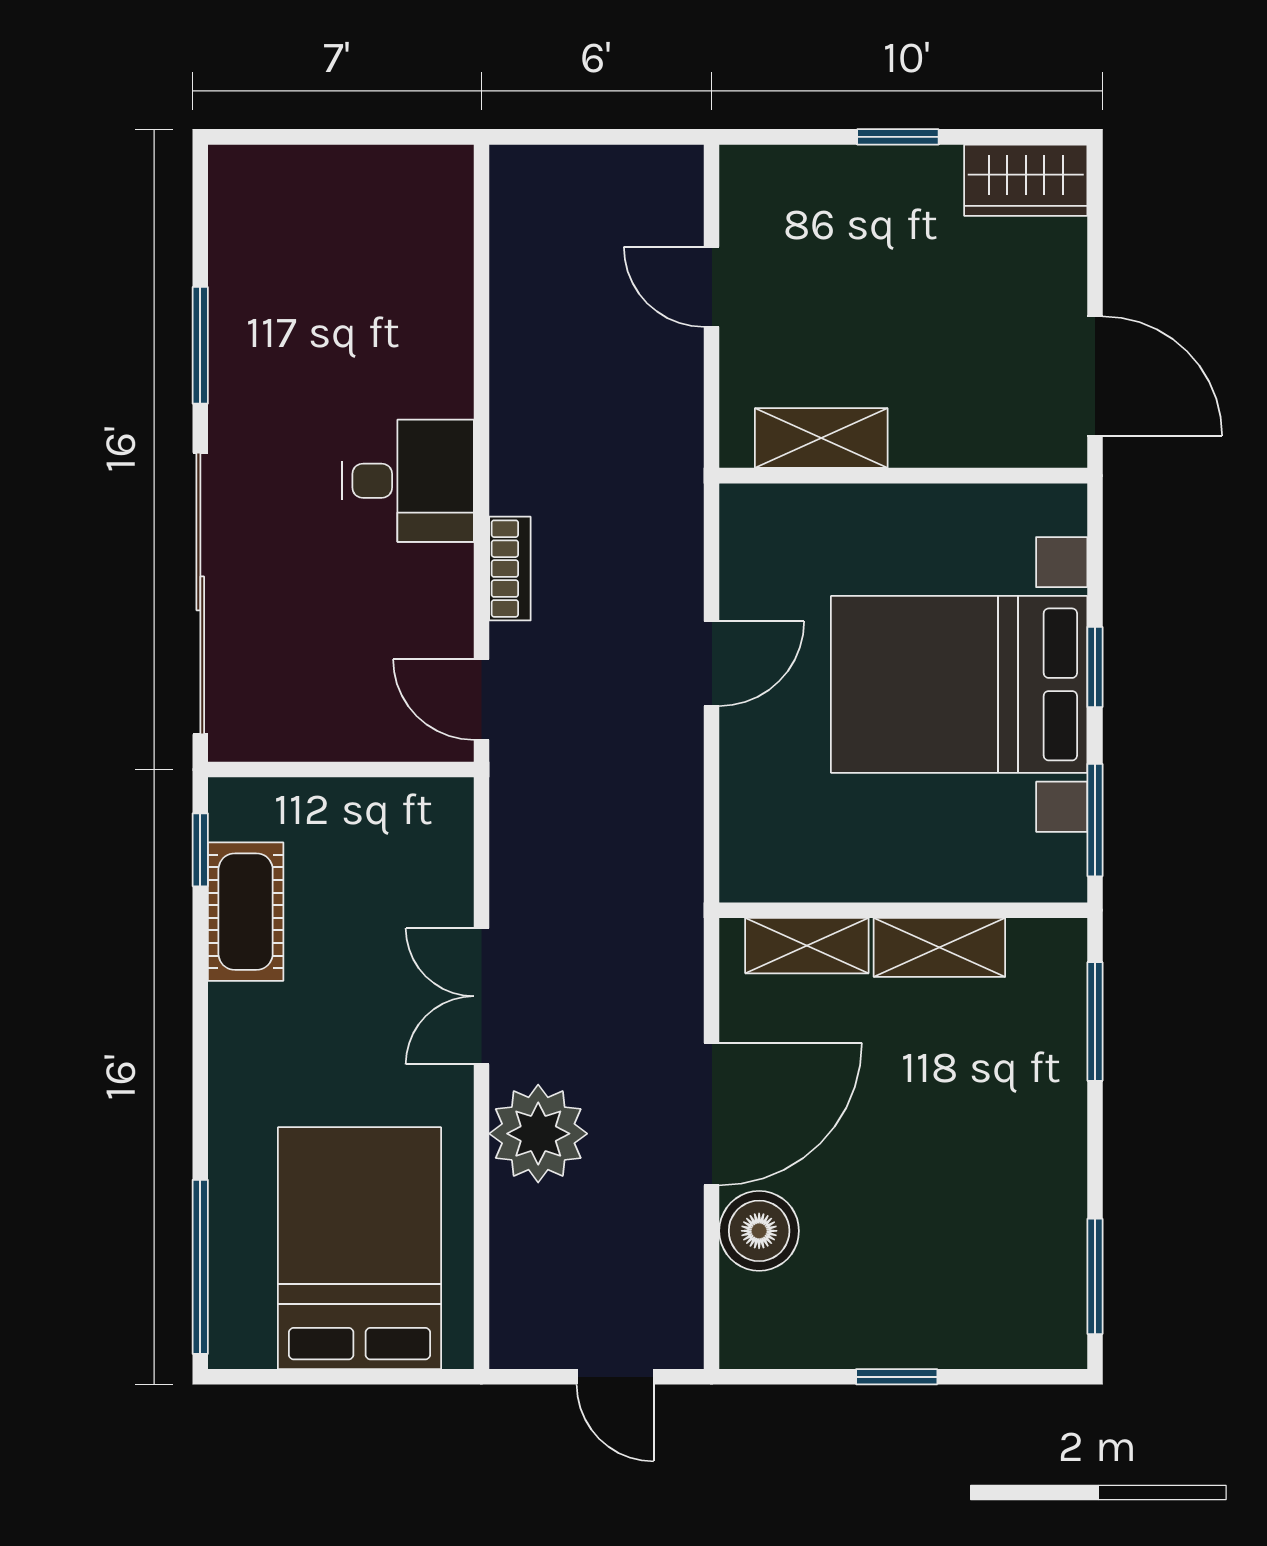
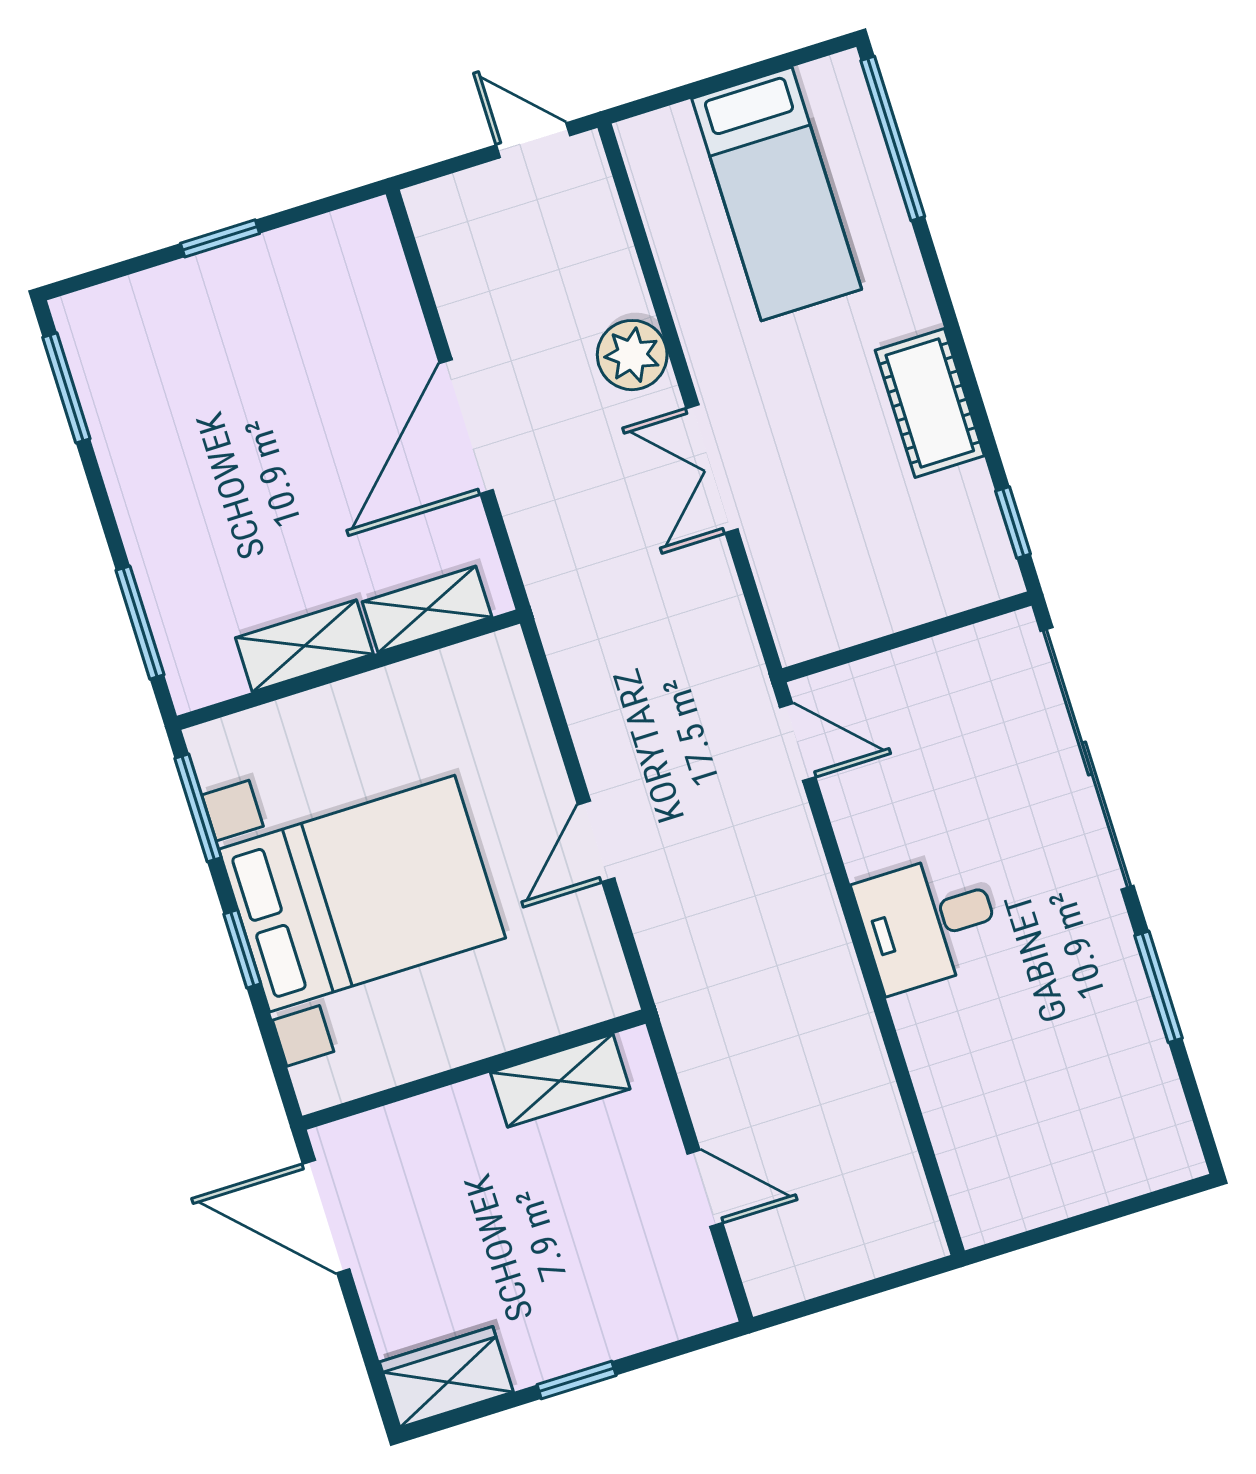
bookcase: (510, 569) -> (809, 871), removed
cot: (246, 912) -> (930, 403), moved
double door: (481, 996) -> (712, 469), swing flipped
plant: (538, 1134) -> (632, 355), width x0.73, depth x0.73
boiler: (759, 1231) -> (389, 333), removed
bed: (360, 1248) -> (777, 194), width x0.67
door: (615, 1377) -> (533, 140), moved

